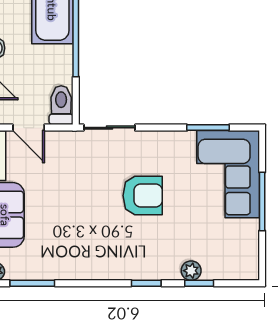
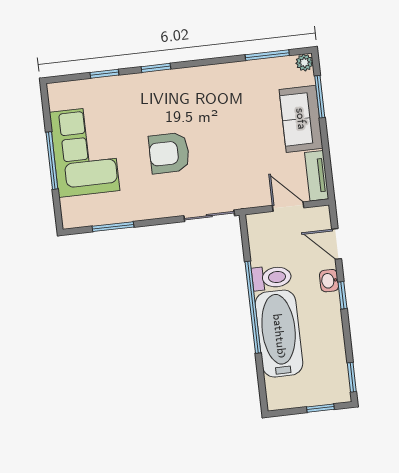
toilet: (61, 105) -> (272, 278), moved, turned -90
corner sofa: (228, 174) -> (85, 151), moved
plant: (191, 271) -> (114, 85), removed

